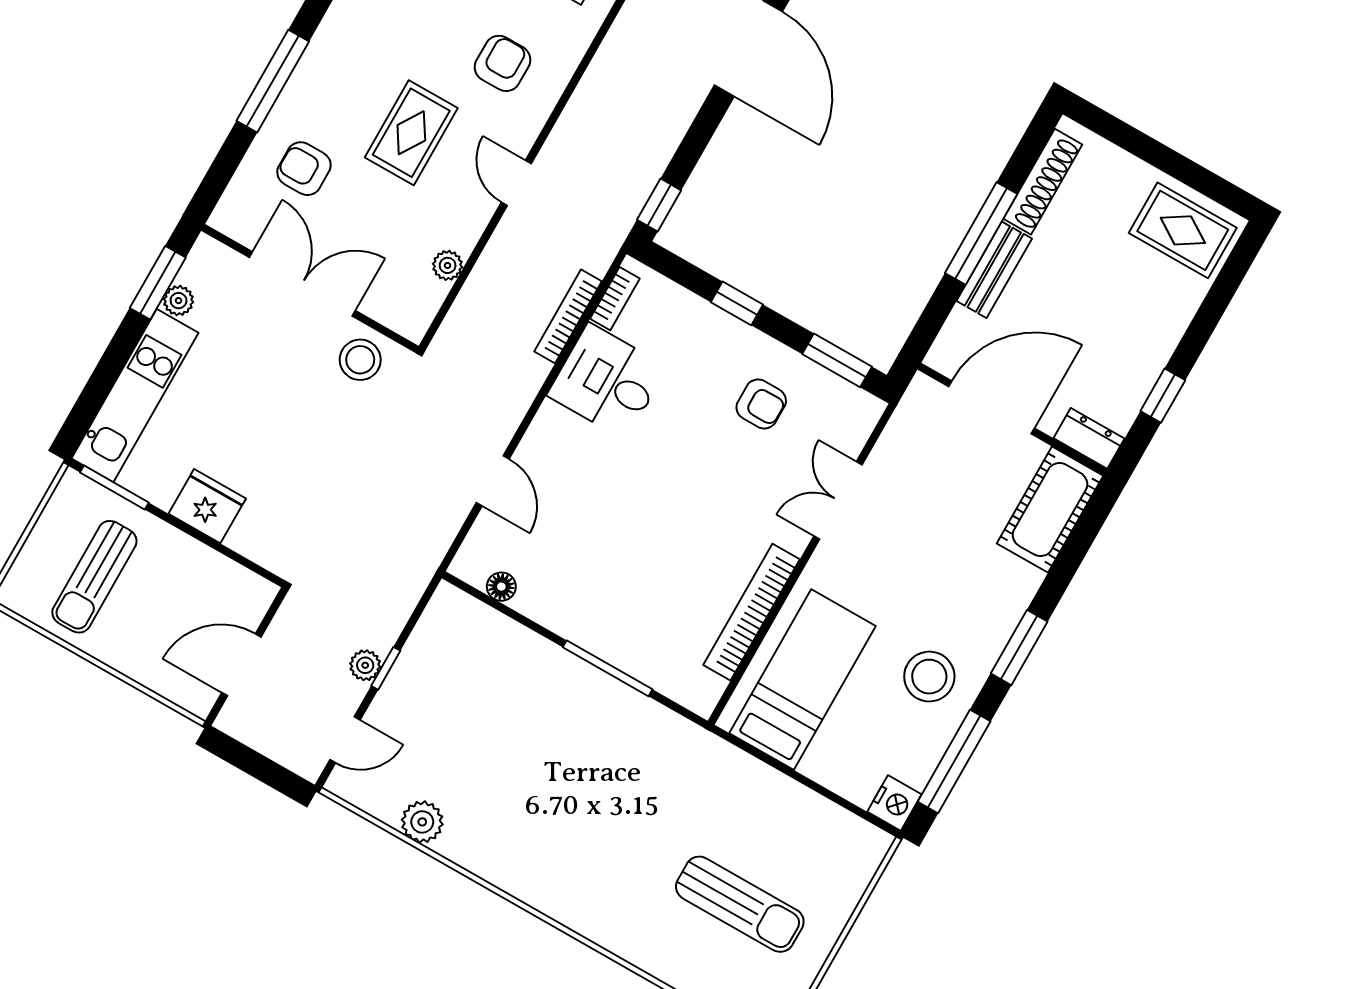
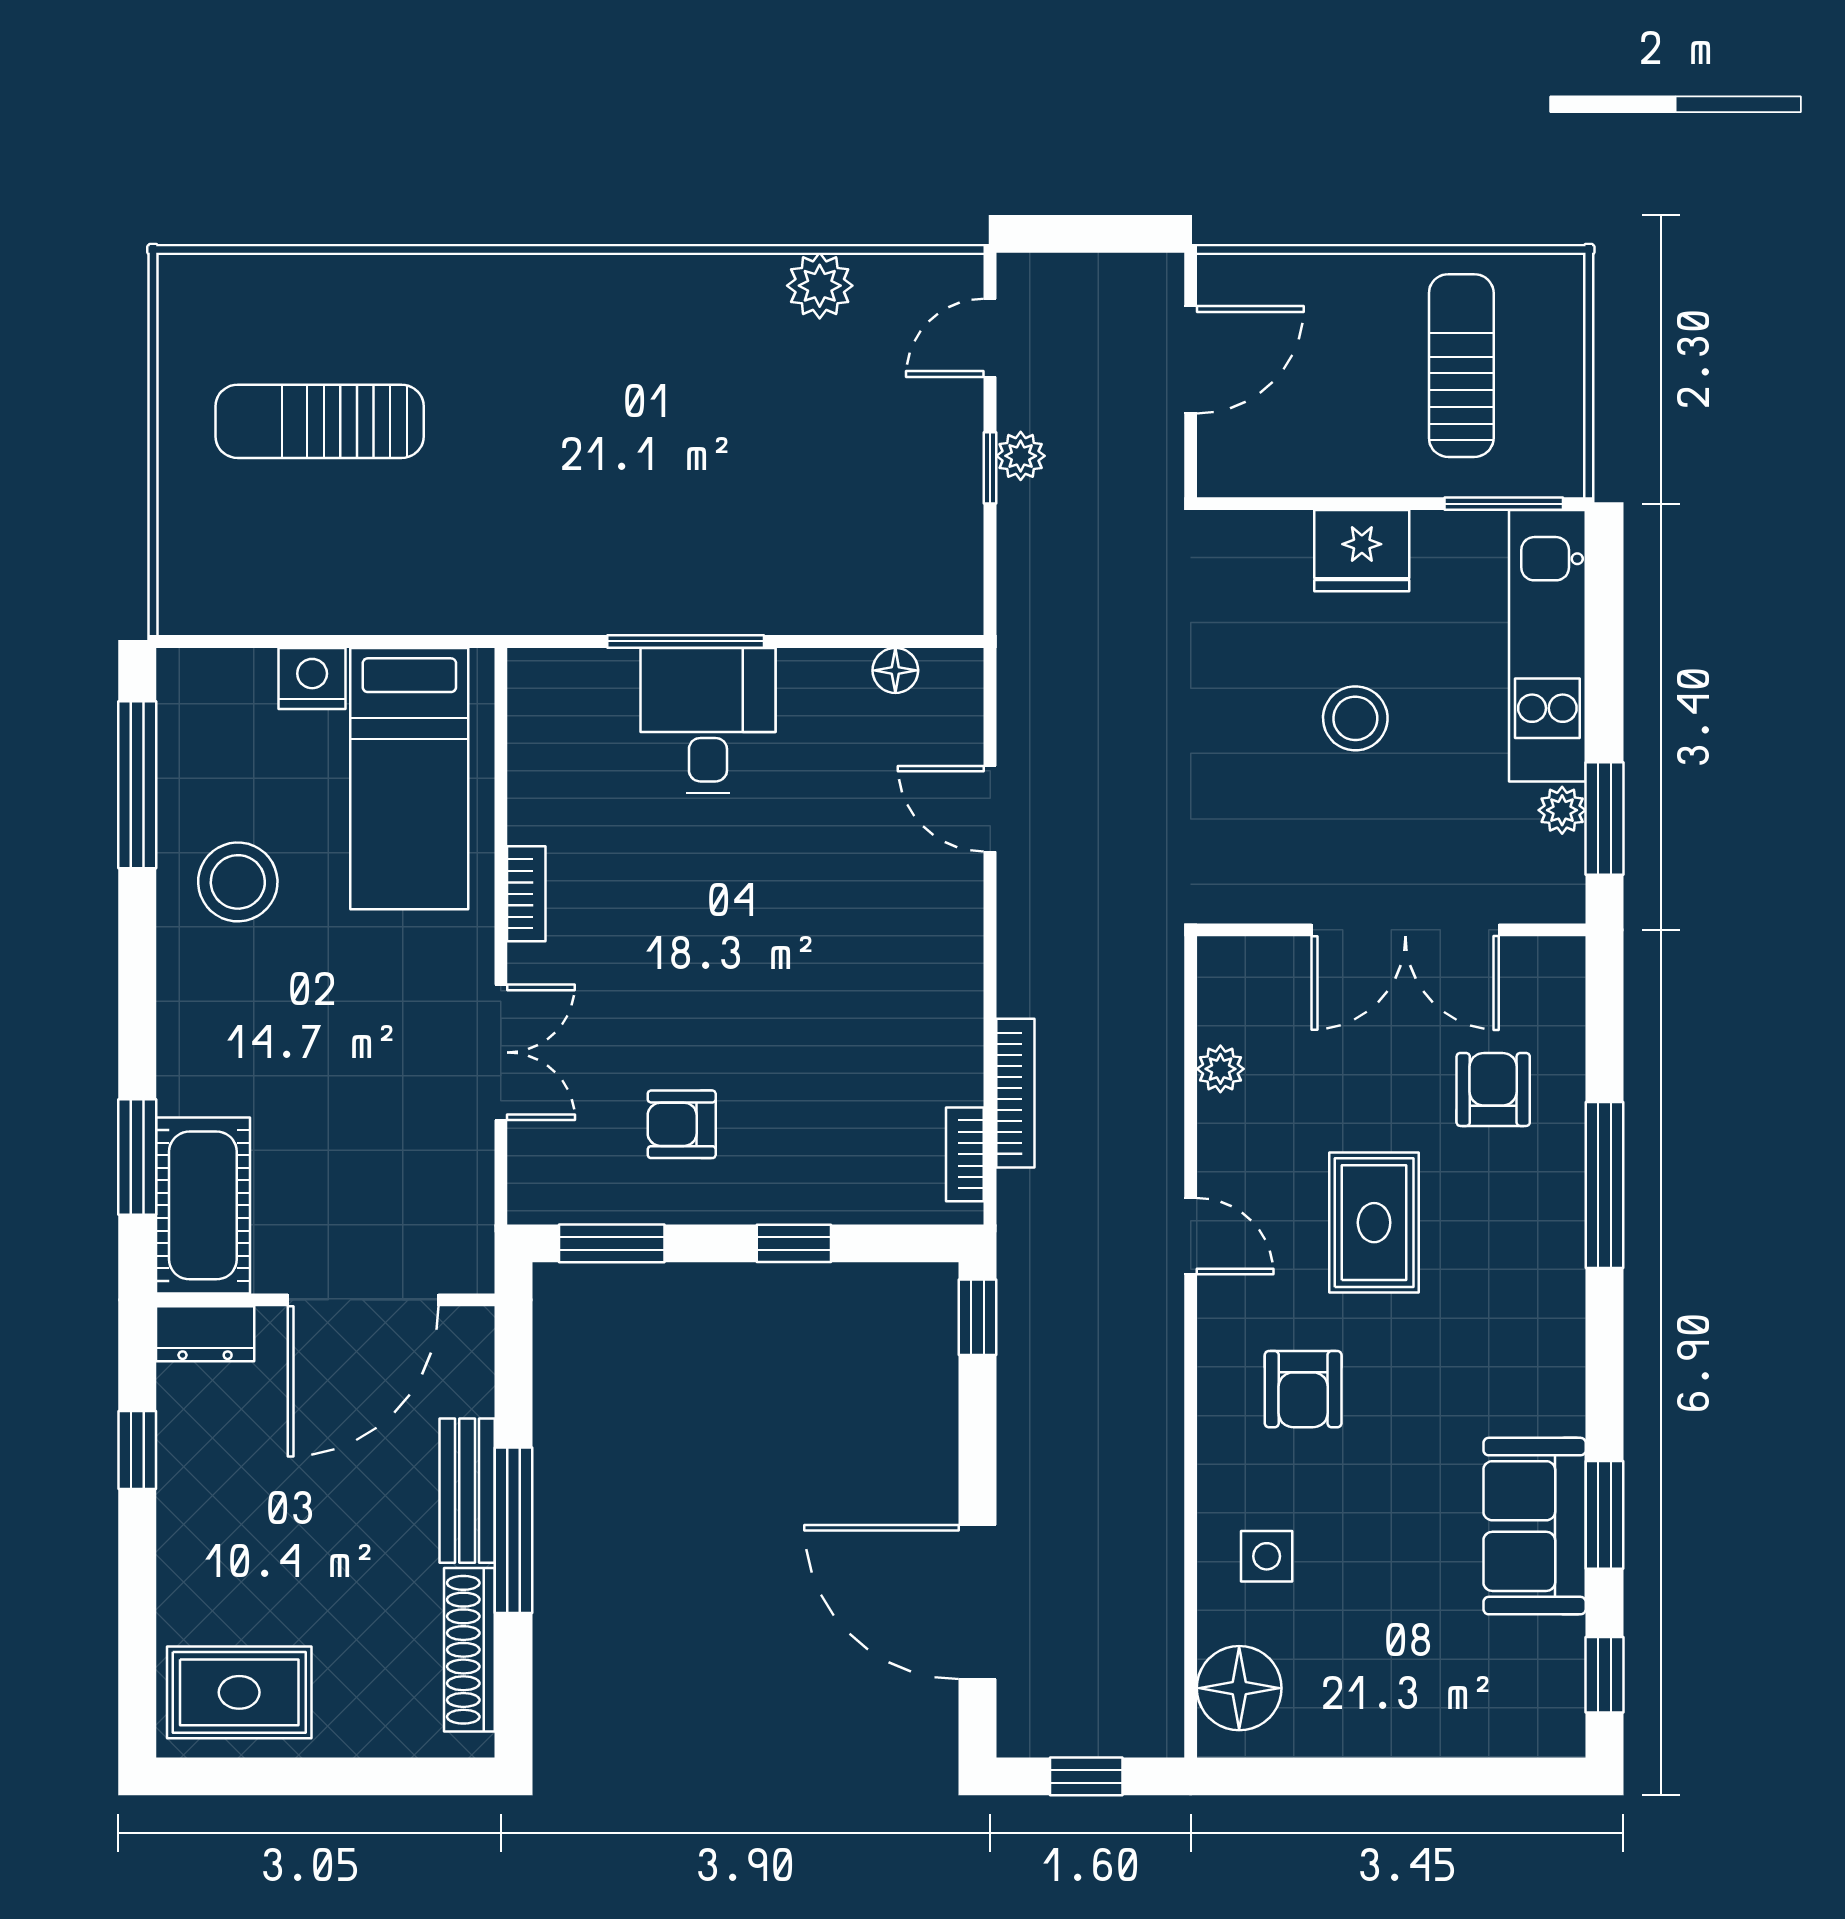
armchair: (304, 169) -> (1493, 1089), turned -90
stool: (360, 360) -> (1355, 718), moved
desk: (607, 381) -> (708, 720), moved, turned -90
bookcase: (751, 612) -> (526, 894), width x0.43, depth x0.76
window: (1019, 648) -> (137, 1157), moved
nightstand: (894, 803) -> (312, 678), moved, turned 90

